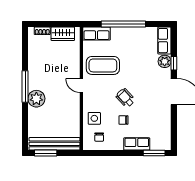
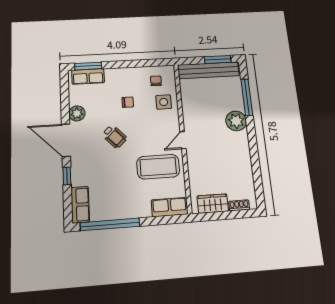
window: (123, 24) -> (110, 224), moved
plant: (165, 61) -> (77, 113), moved
door: (81, 86) -> (183, 140), swing flipped
window: (25, 87) -> (247, 97), moved
wheelchair: (125, 98) -> (114, 137), moved
row of seats: (137, 144) -> (88, 76), moved

